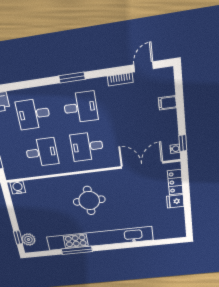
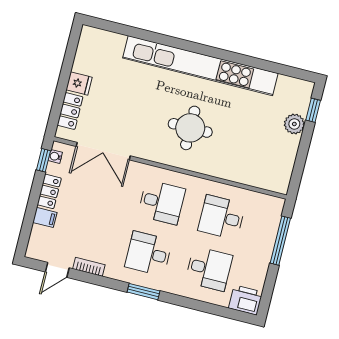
locker: (171, 123) -> (49, 191), added
water cooler: (18, 187) -> (276, 183), removed
plant: (28, 239) -> (294, 124), moved
window: (77, 250) -> (240, 59), removed

